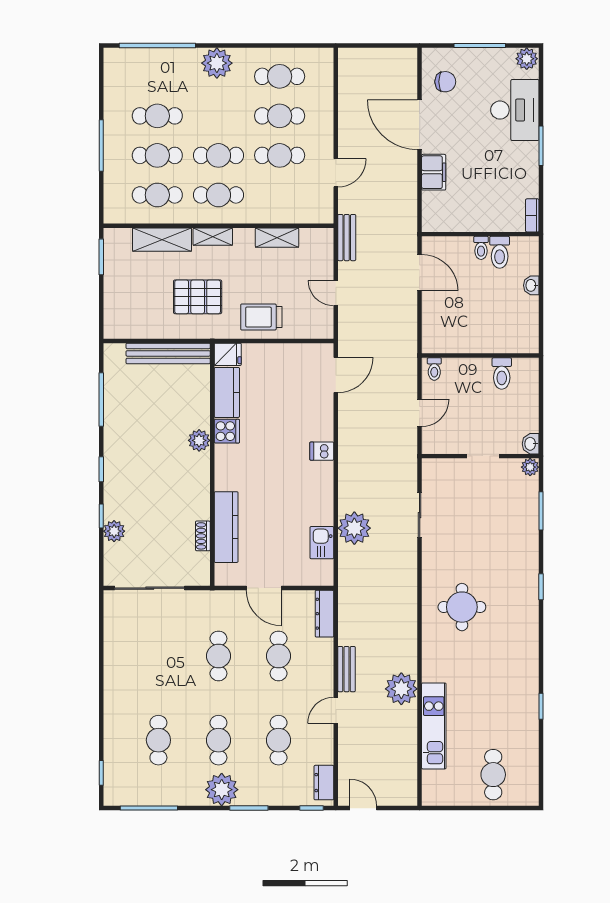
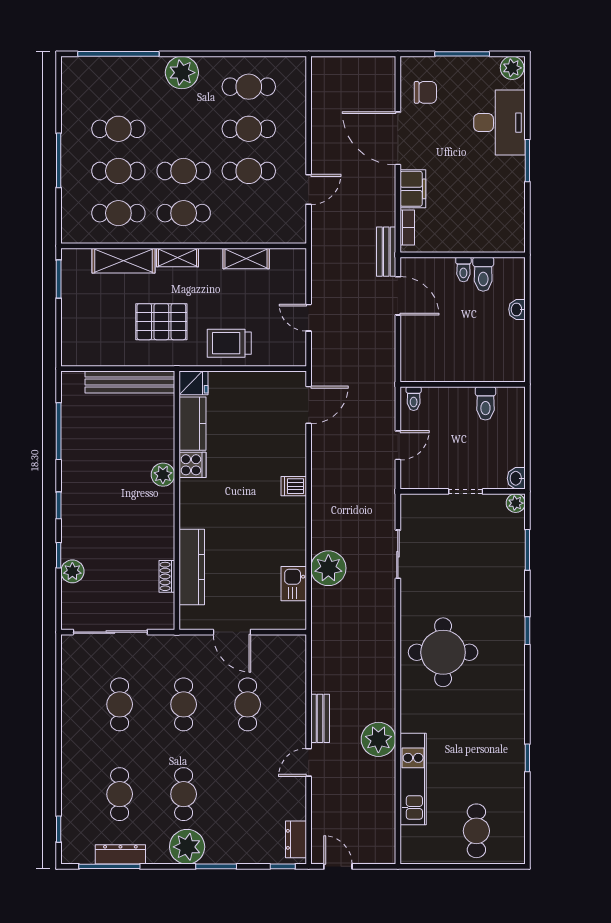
bookcase: (532, 215) -> (407, 227), moved, turned 180
bench: (347, 238) -> (386, 252), moved
round table: (462, 607) -> (443, 652), width x1.36, depth x1.36
dresser: (324, 614) -> (120, 854), moved, turned 90
cafe table: (279, 740) -> (120, 704), moved

